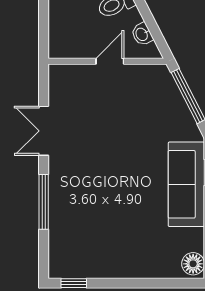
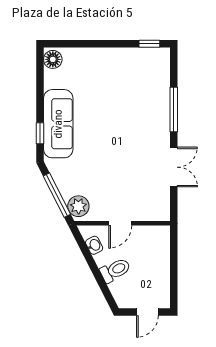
plant: (161, 82) -> (78, 206), added

